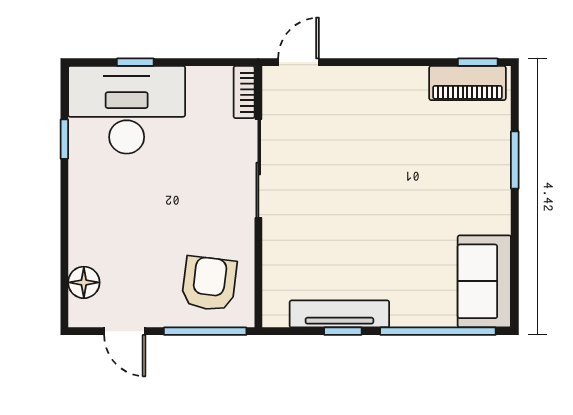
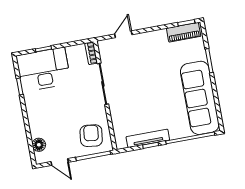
door: (298, 62) -> (123, 34), moved
sofa: (484, 281) -> (200, 98), width x1.85, depth x1.27

